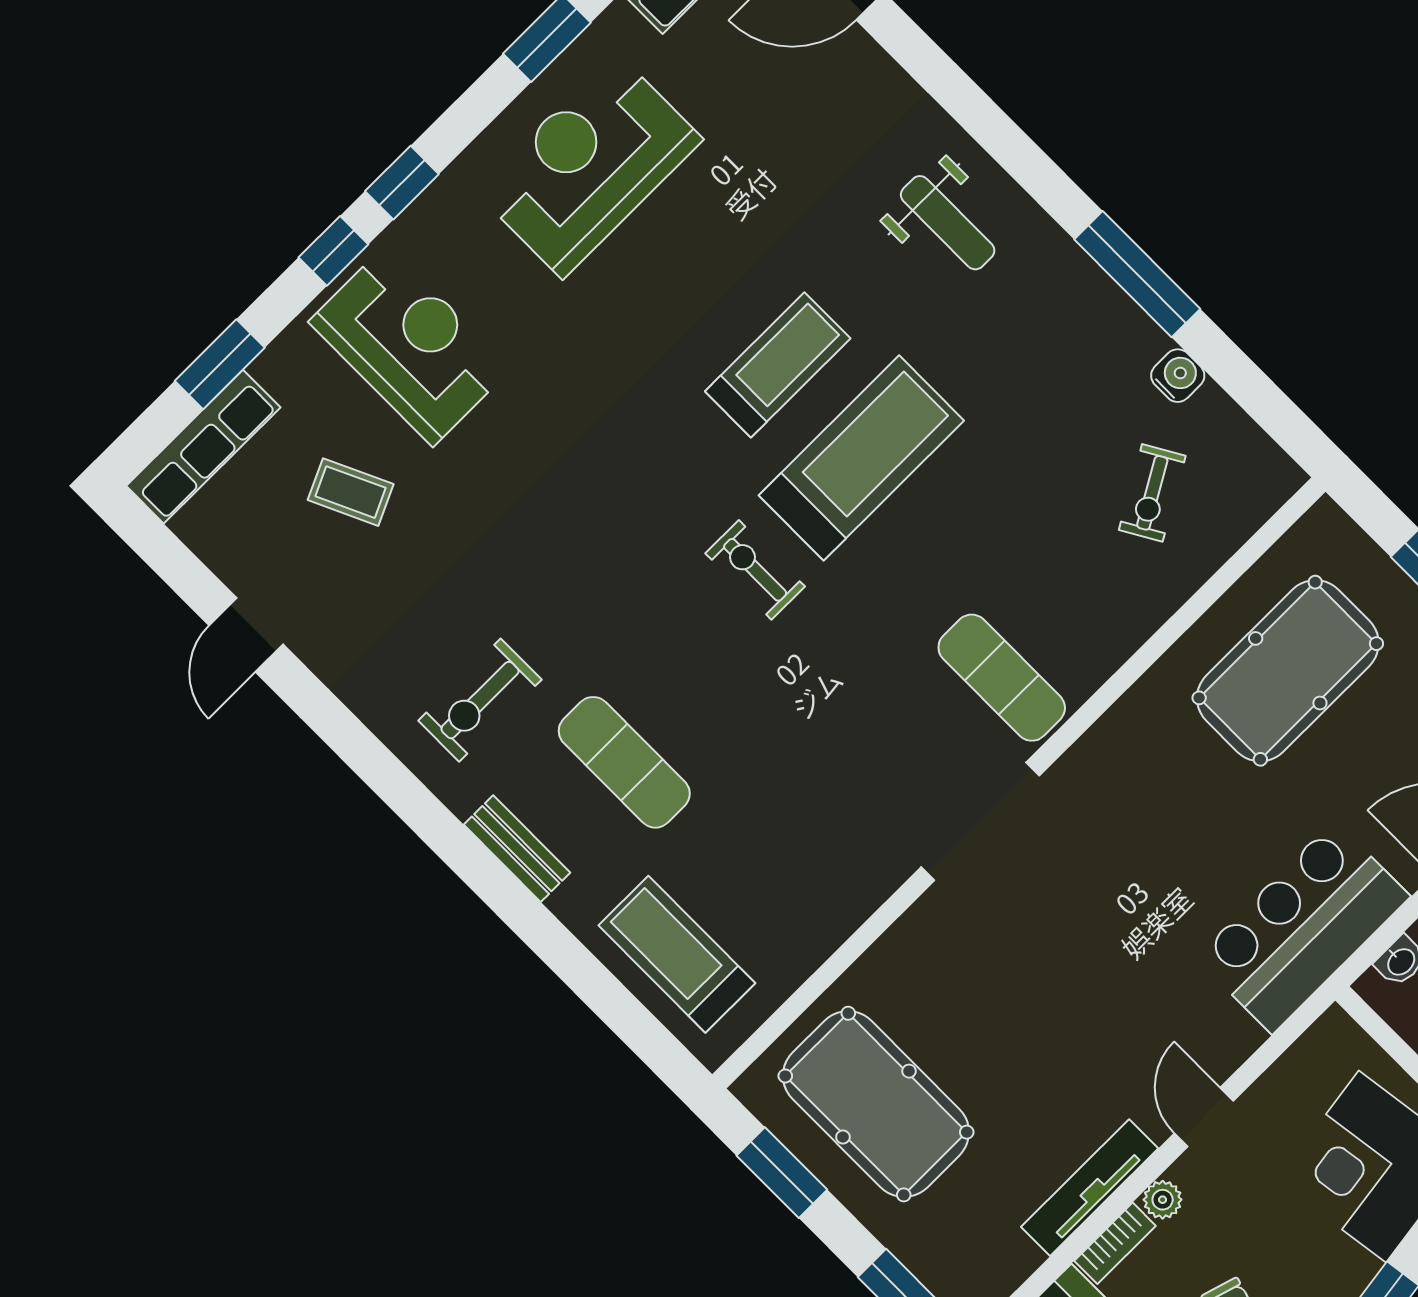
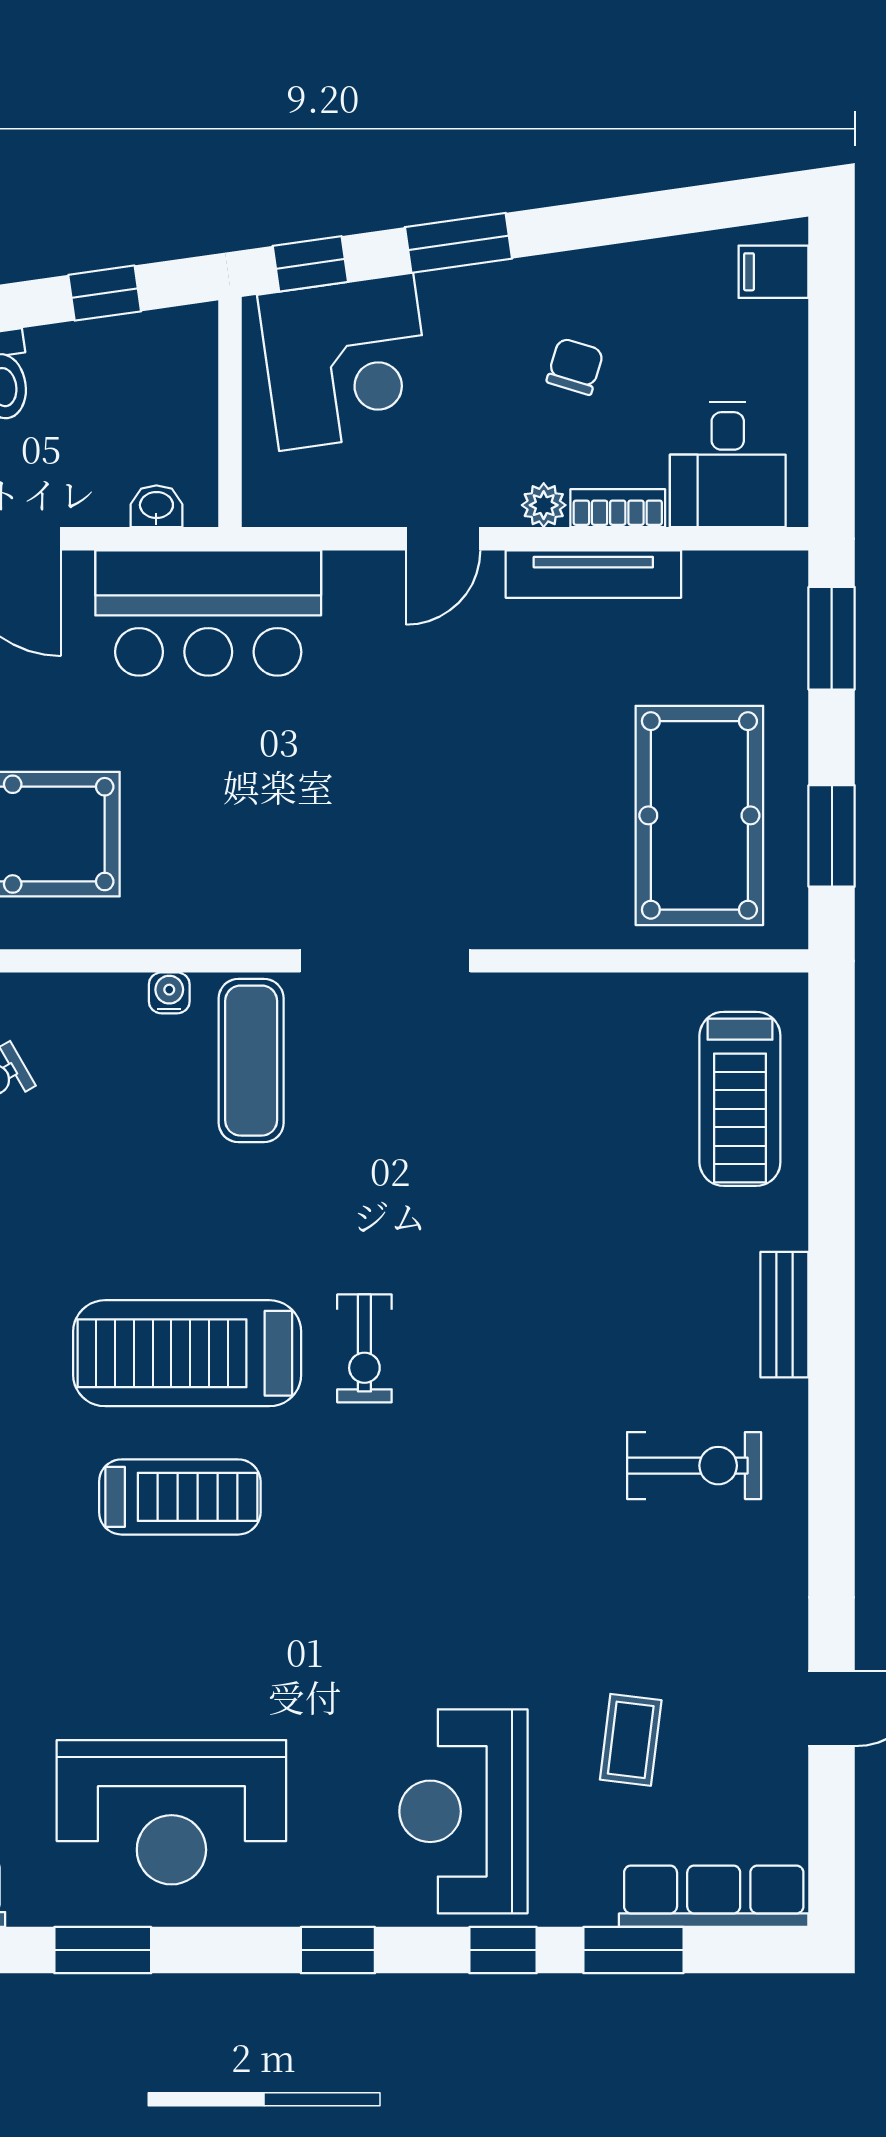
window: (333, 251) -> (503, 1950), moved
treadmill: (778, 365) -> (180, 1497), turned 180
coffee table: (351, 492) -> (631, 1740), turned 32
water cooler: (1094, 669) -> (169, 993), added
exercise mat: (624, 762) -> (627, 1298), removed

